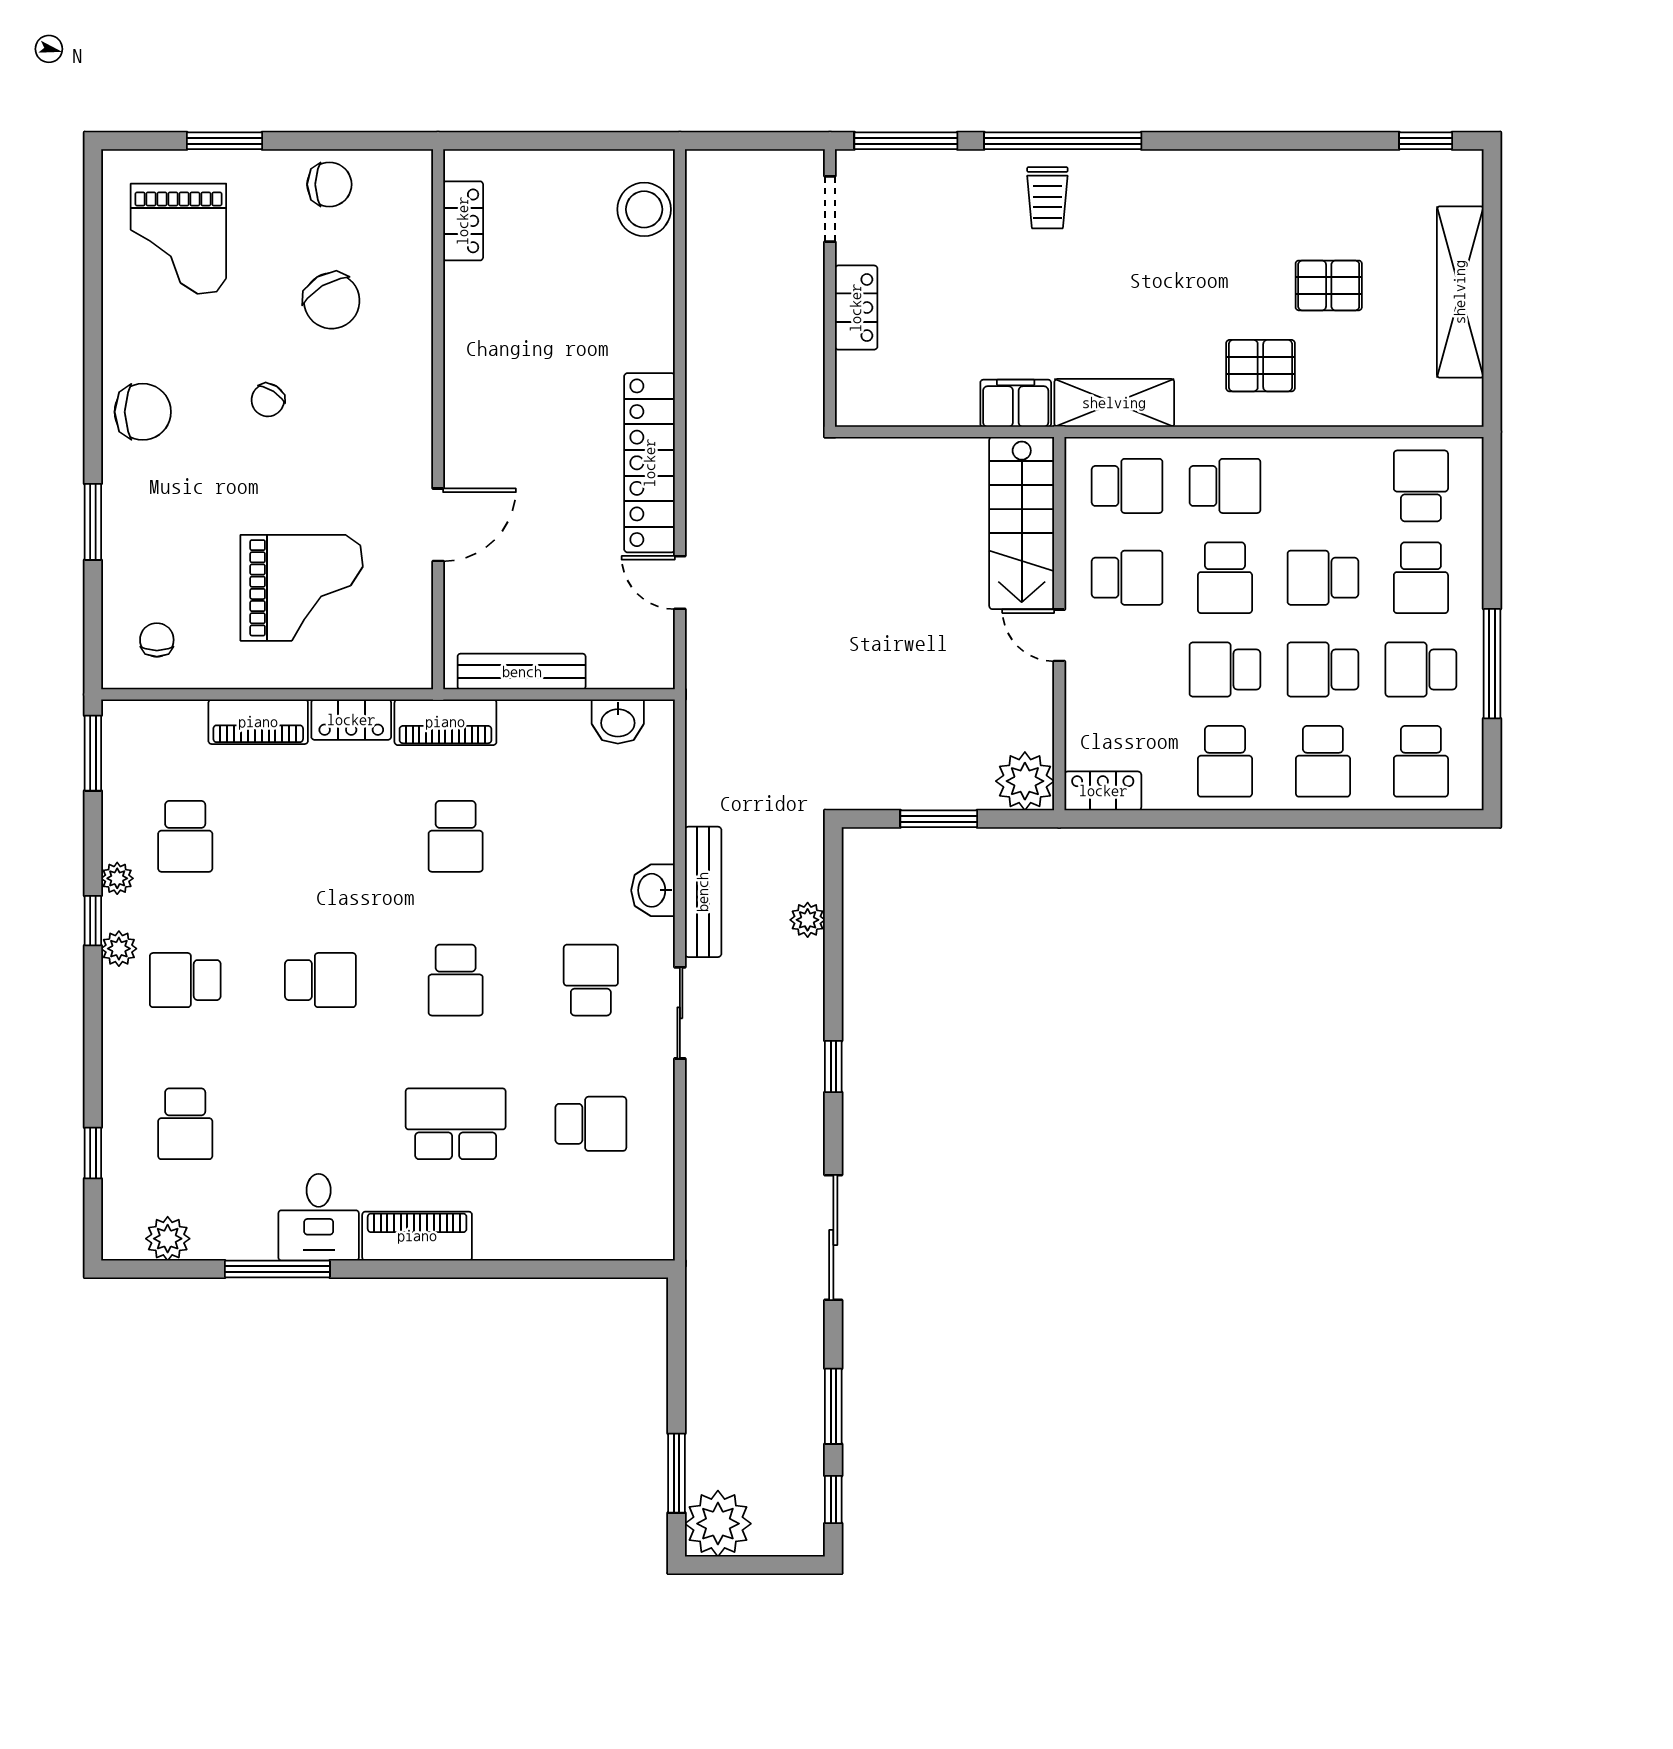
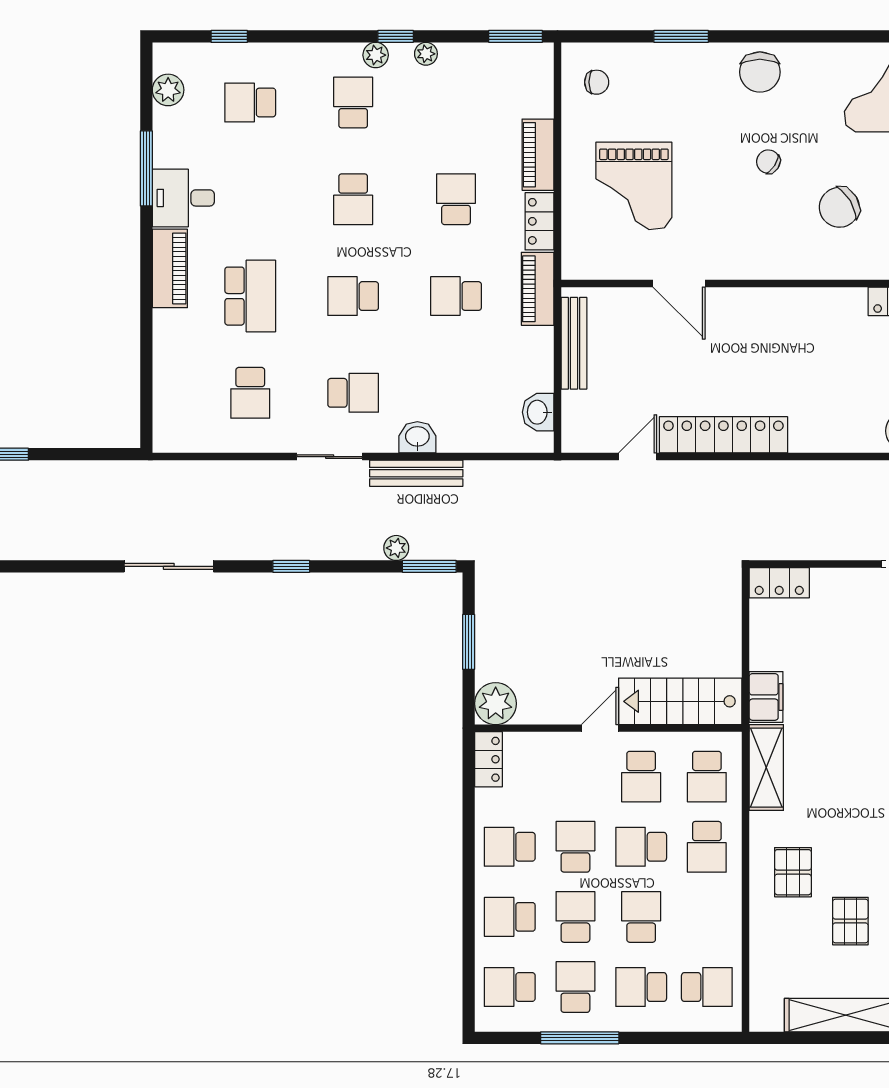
locker: (856, 308) -> (779, 583), moved
school desk: (185, 836) -> (456, 199), moved, turned 90
window: (833, 1406) -> (429, 566), moved

